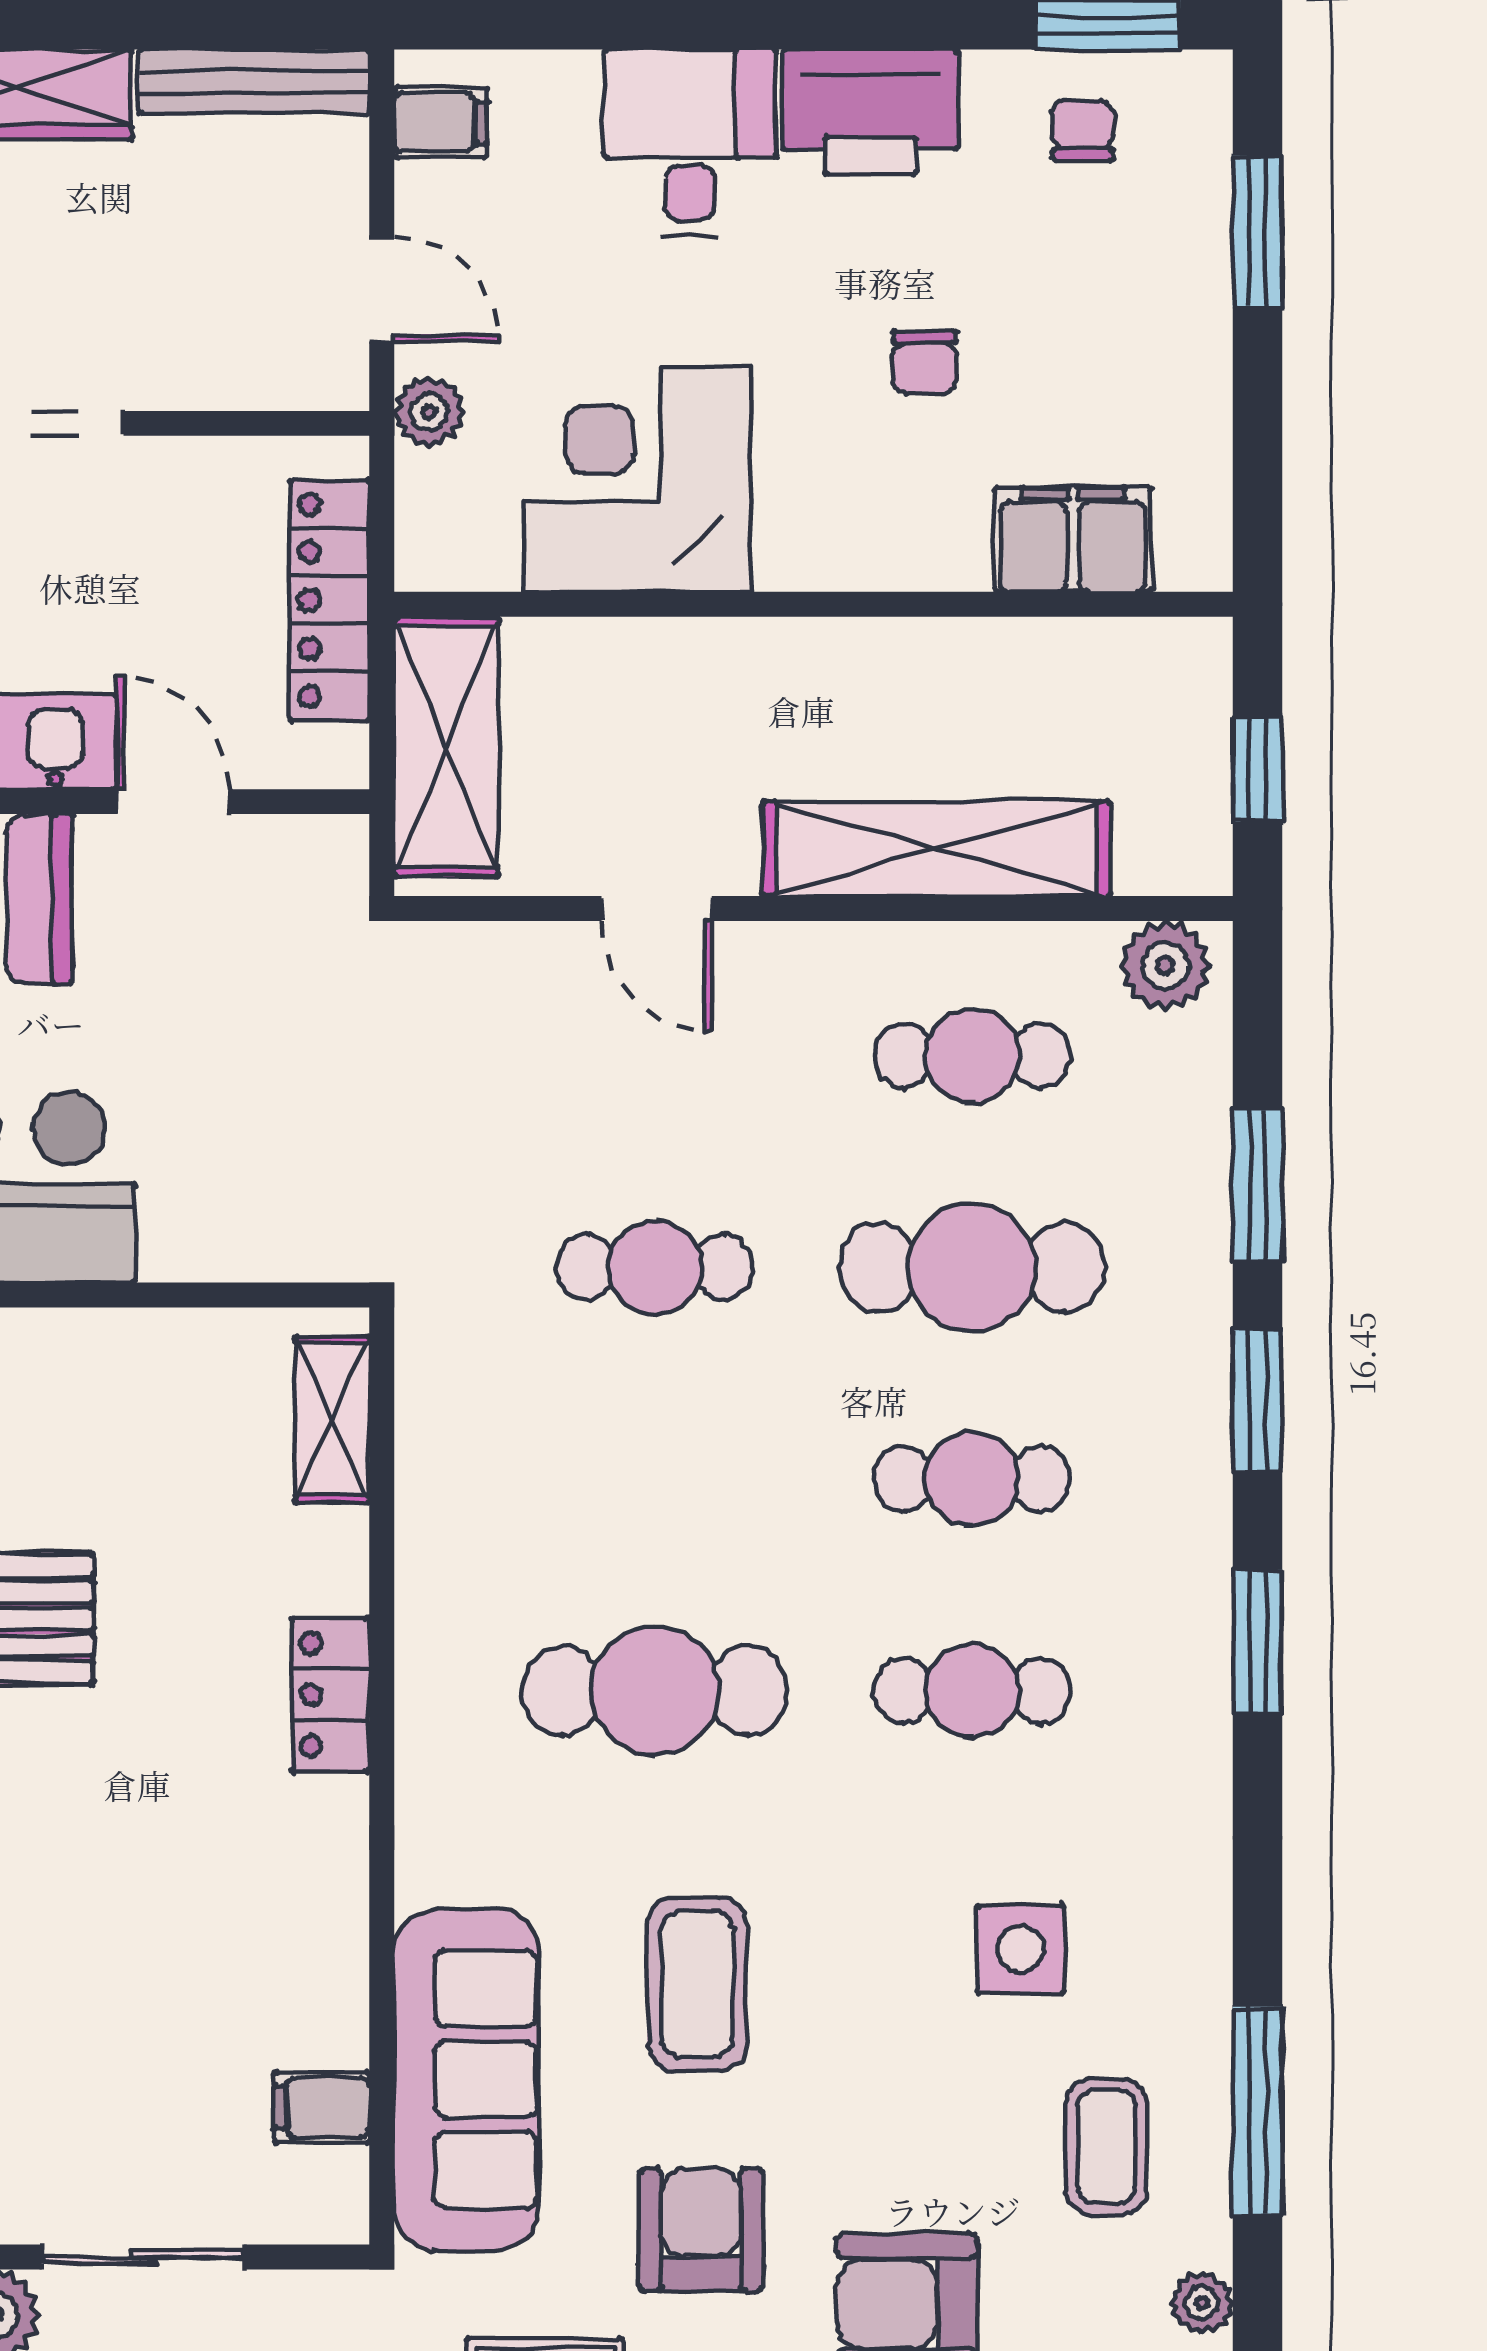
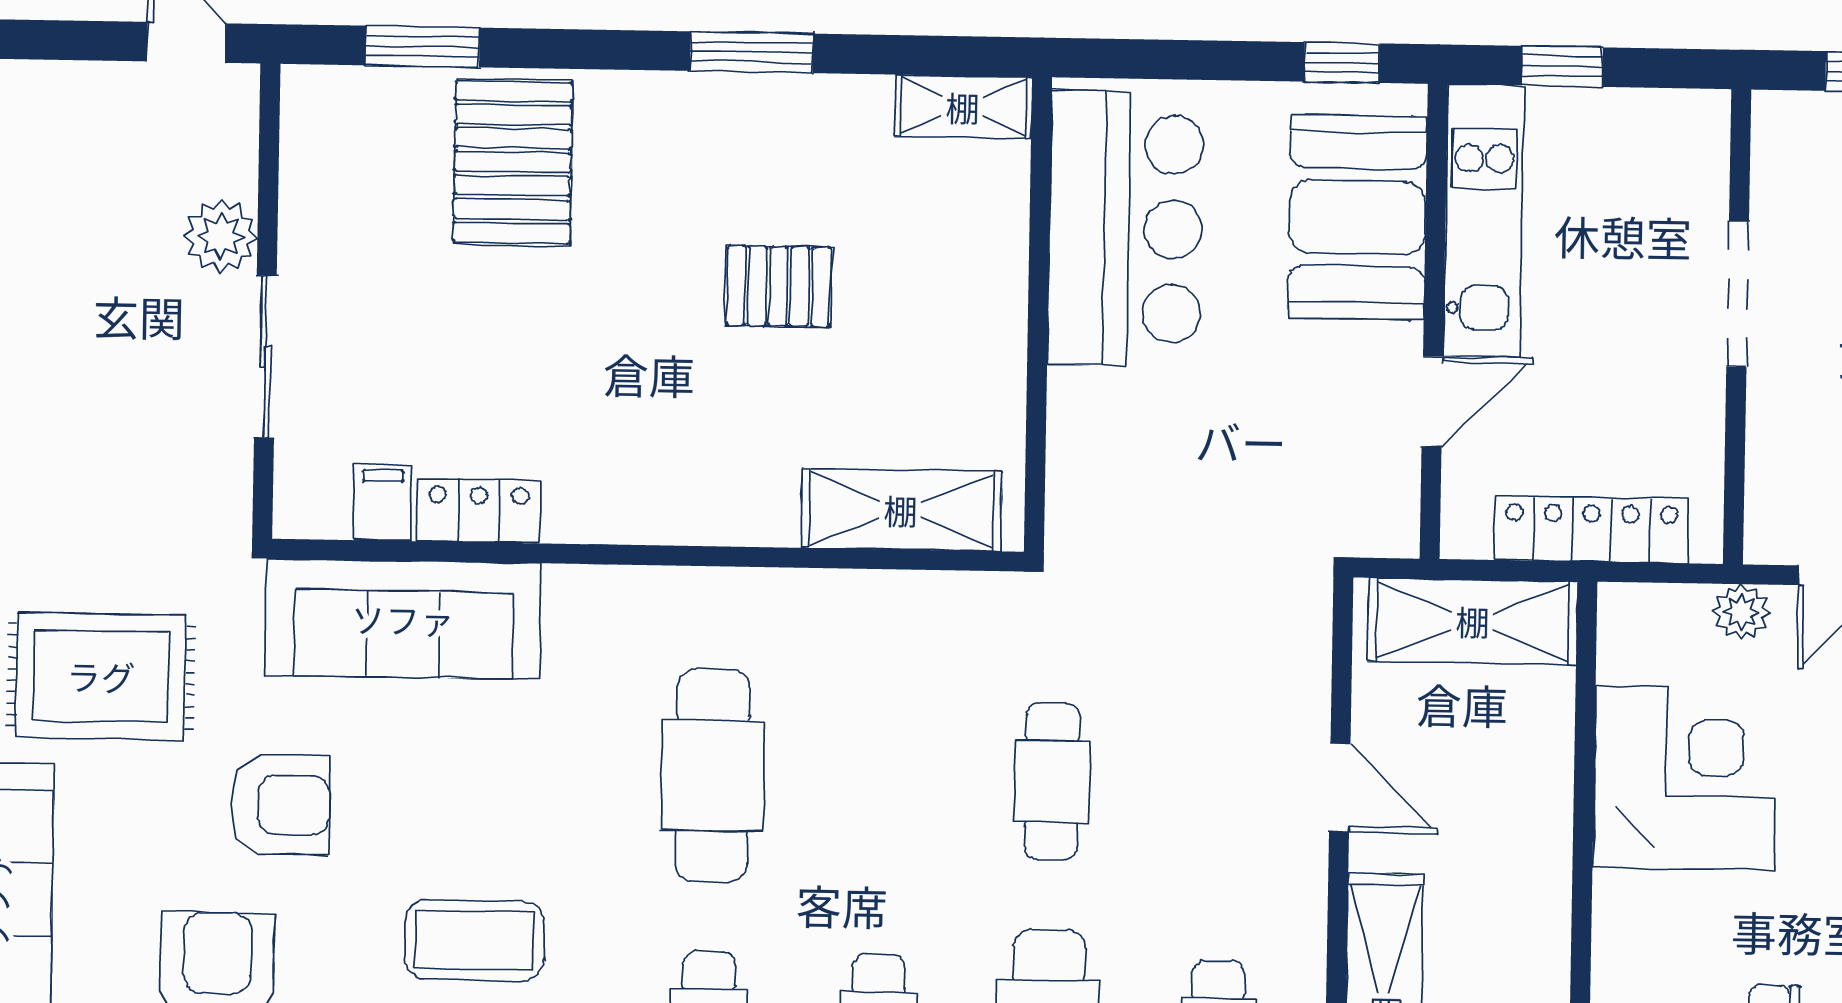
door: (657, 909) -> (1340, 788), swing flipped
shelving: (332, 1419) -> (901, 510), width x1.50, depth x1.33
locker: (330, 1695) -> (479, 511), moved
coffee table: (697, 1984) -> (475, 940), moved

